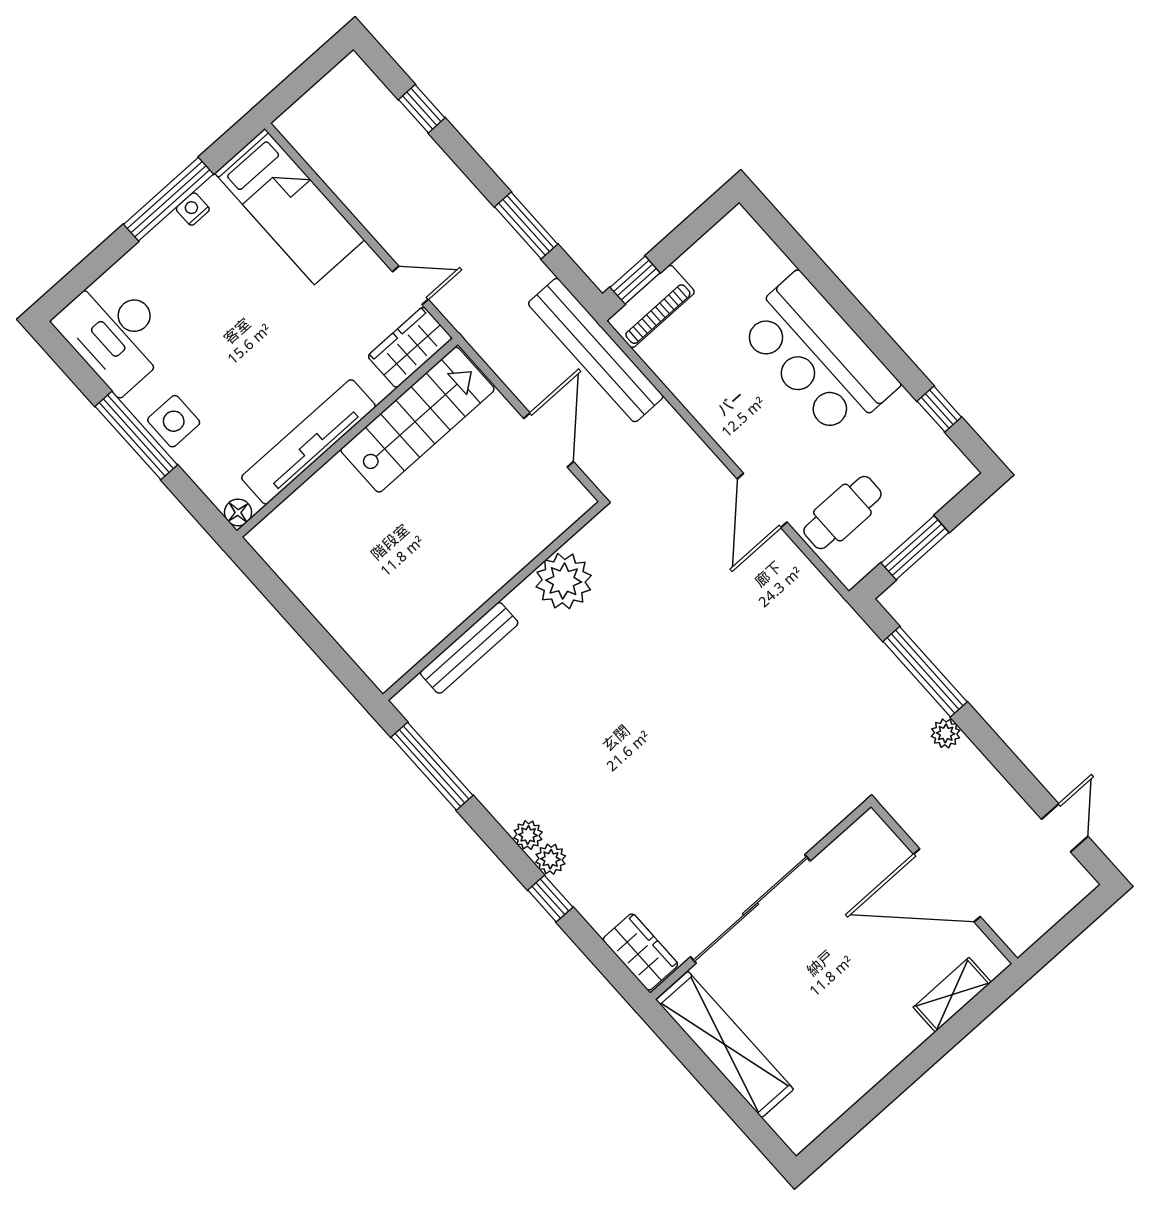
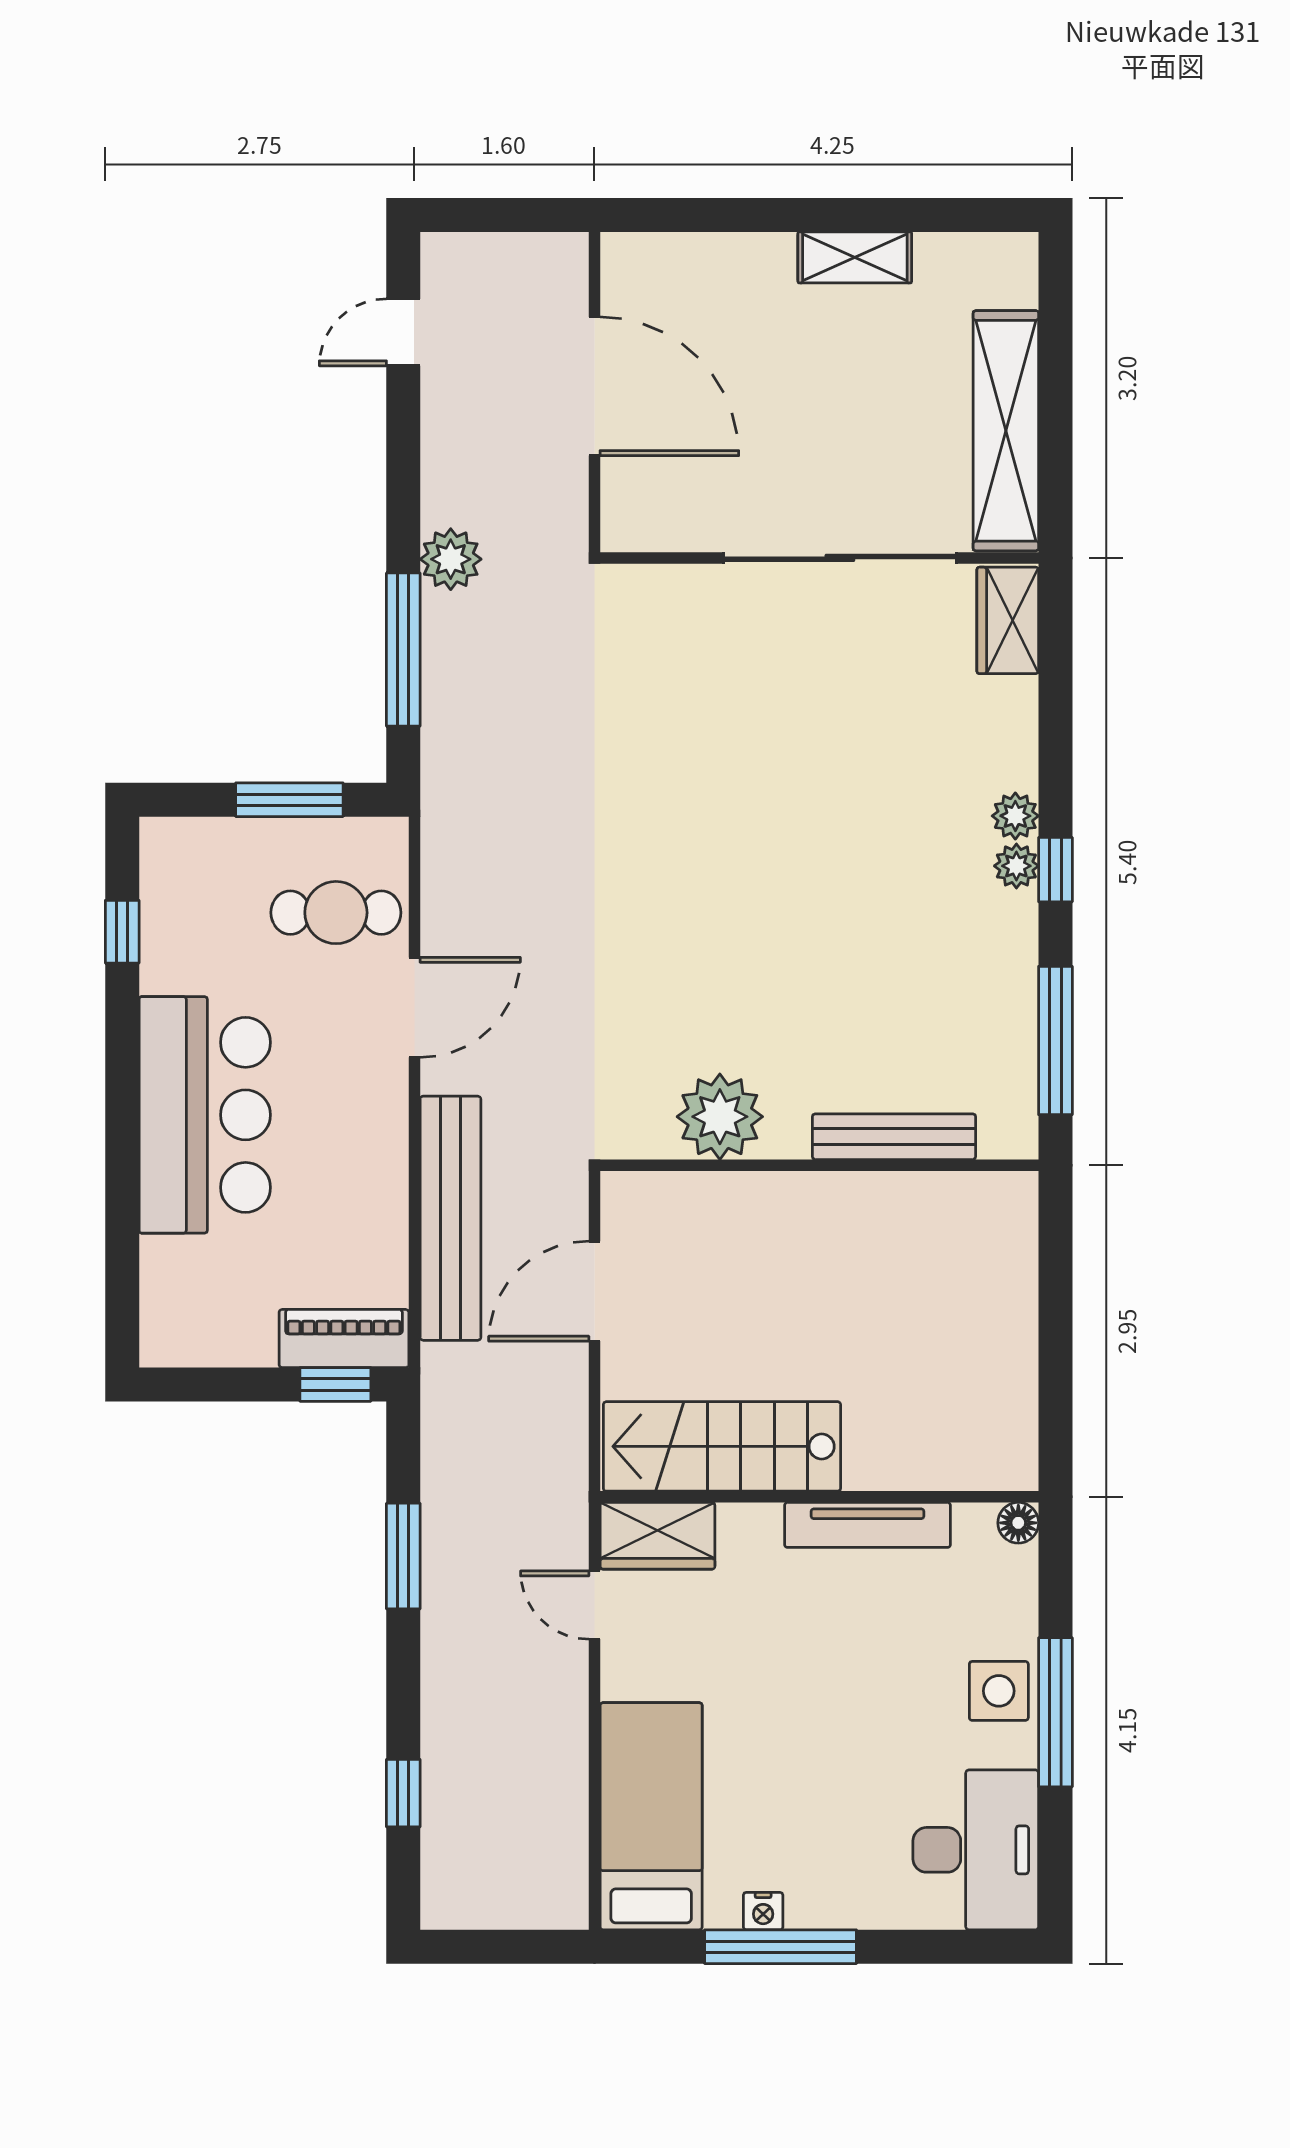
bench: (596, 350) -> (450, 1218), moved
tv unit: (308, 442) -> (868, 1525), width x0.73, depth x0.78
plant: (946, 733) -> (451, 559), width x1.38, depth x1.38
window: (550, 899) -> (1055, 870), moved
shelving: (952, 995) -> (855, 257), moved

